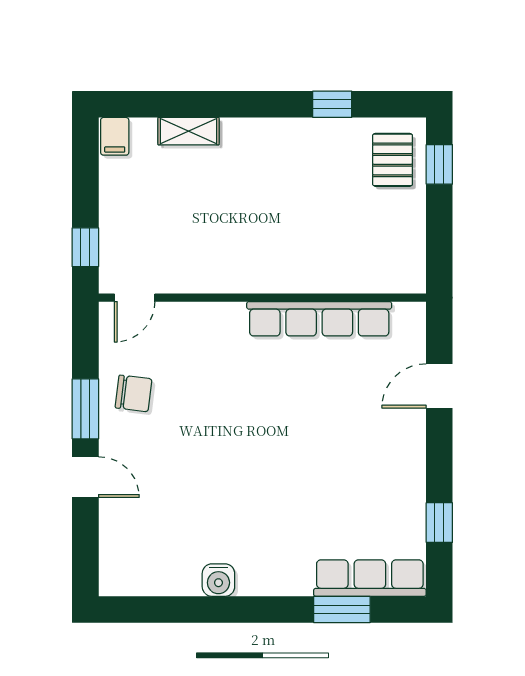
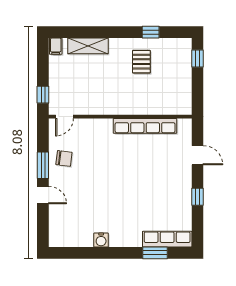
shelving: (188, 131) -> (88, 46), width x1.50, depth x1.33
pallet: (393, 160) -> (141, 62), moved
door: (439, 386) -> (197, 155), swing flipped
window: (439, 523) -> (197, 197), moved

